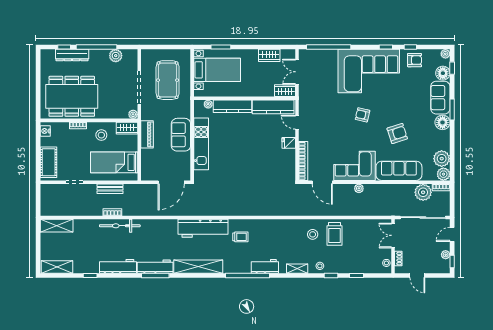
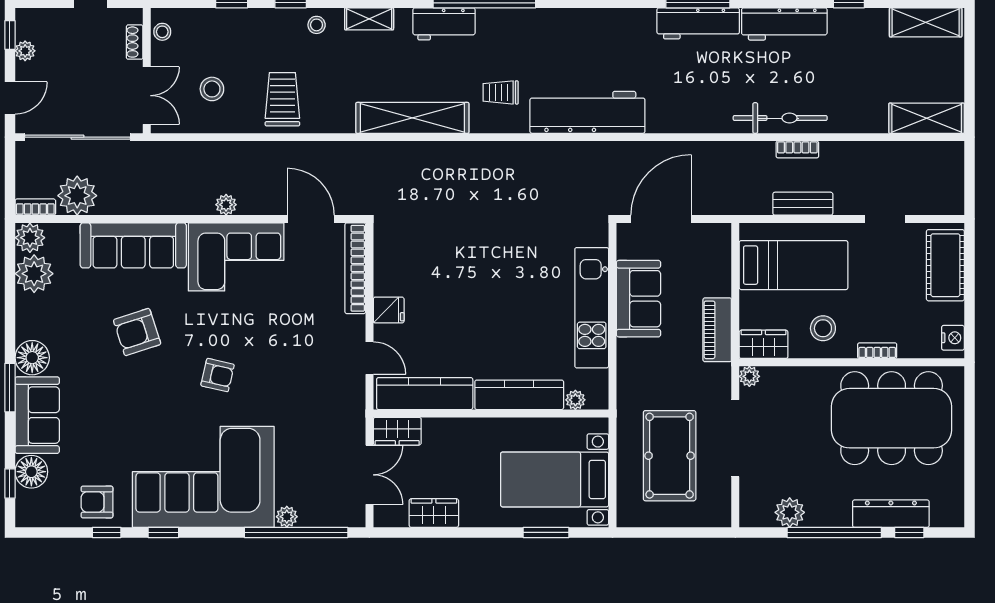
plant: (445, 54) -> (287, 517), moved
sofa: (181, 135) -> (638, 299), moved
stool: (313, 234) -> (212, 89), moved
shelving: (198, 267) -> (412, 118), moved

